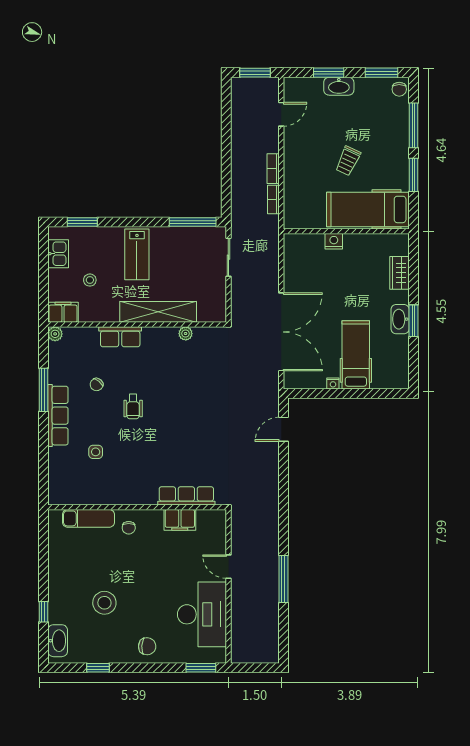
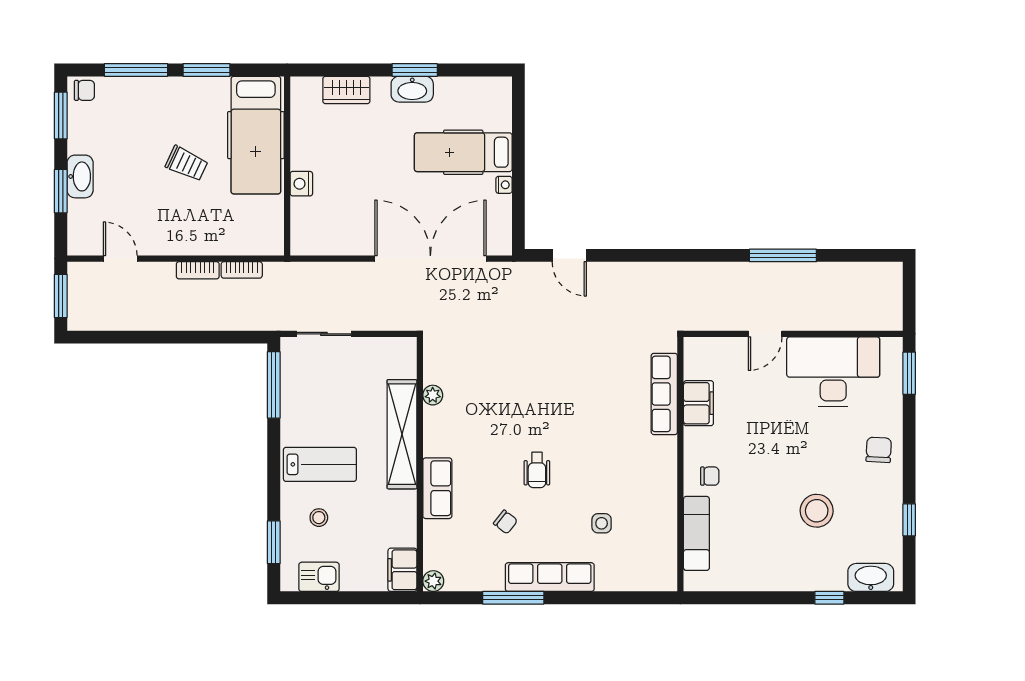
stool: (90, 280) -> (319, 518), moved
wheelchair: (133, 407) -> (537, 470), turned 90

